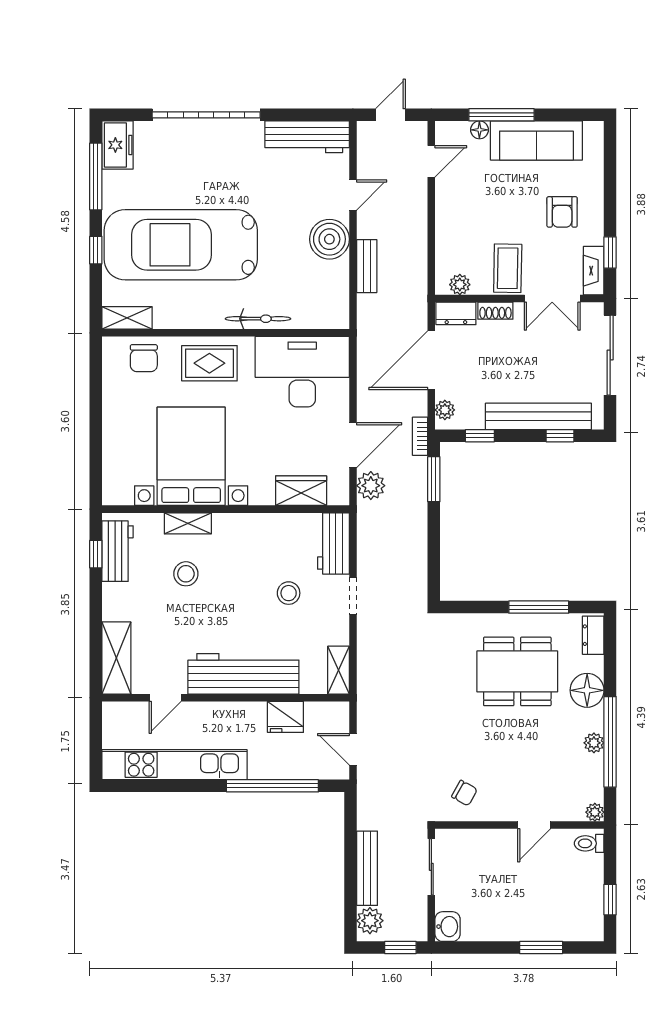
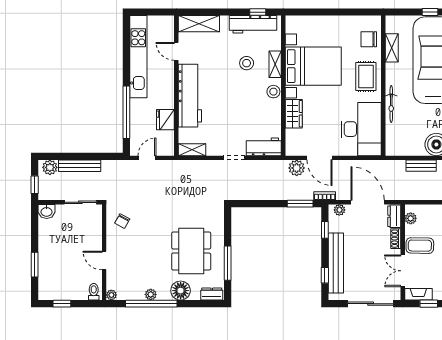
shelving: (127, 318) -> (392, 48), moved
wardrobe: (301, 491) -> (294, 114), moved
workbench: (118, 551) -> (253, 24), width x1.37
stool: (289, 593) -> (273, 92), moved

